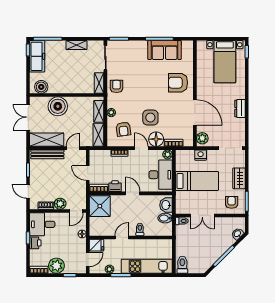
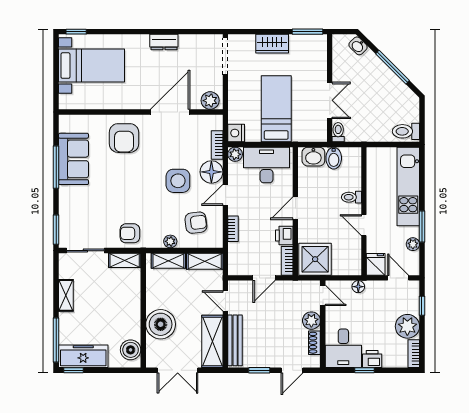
nightstand: (201, 155) -> (236, 133), moved
armchair: (232, 202) -> (309, 55), removed

